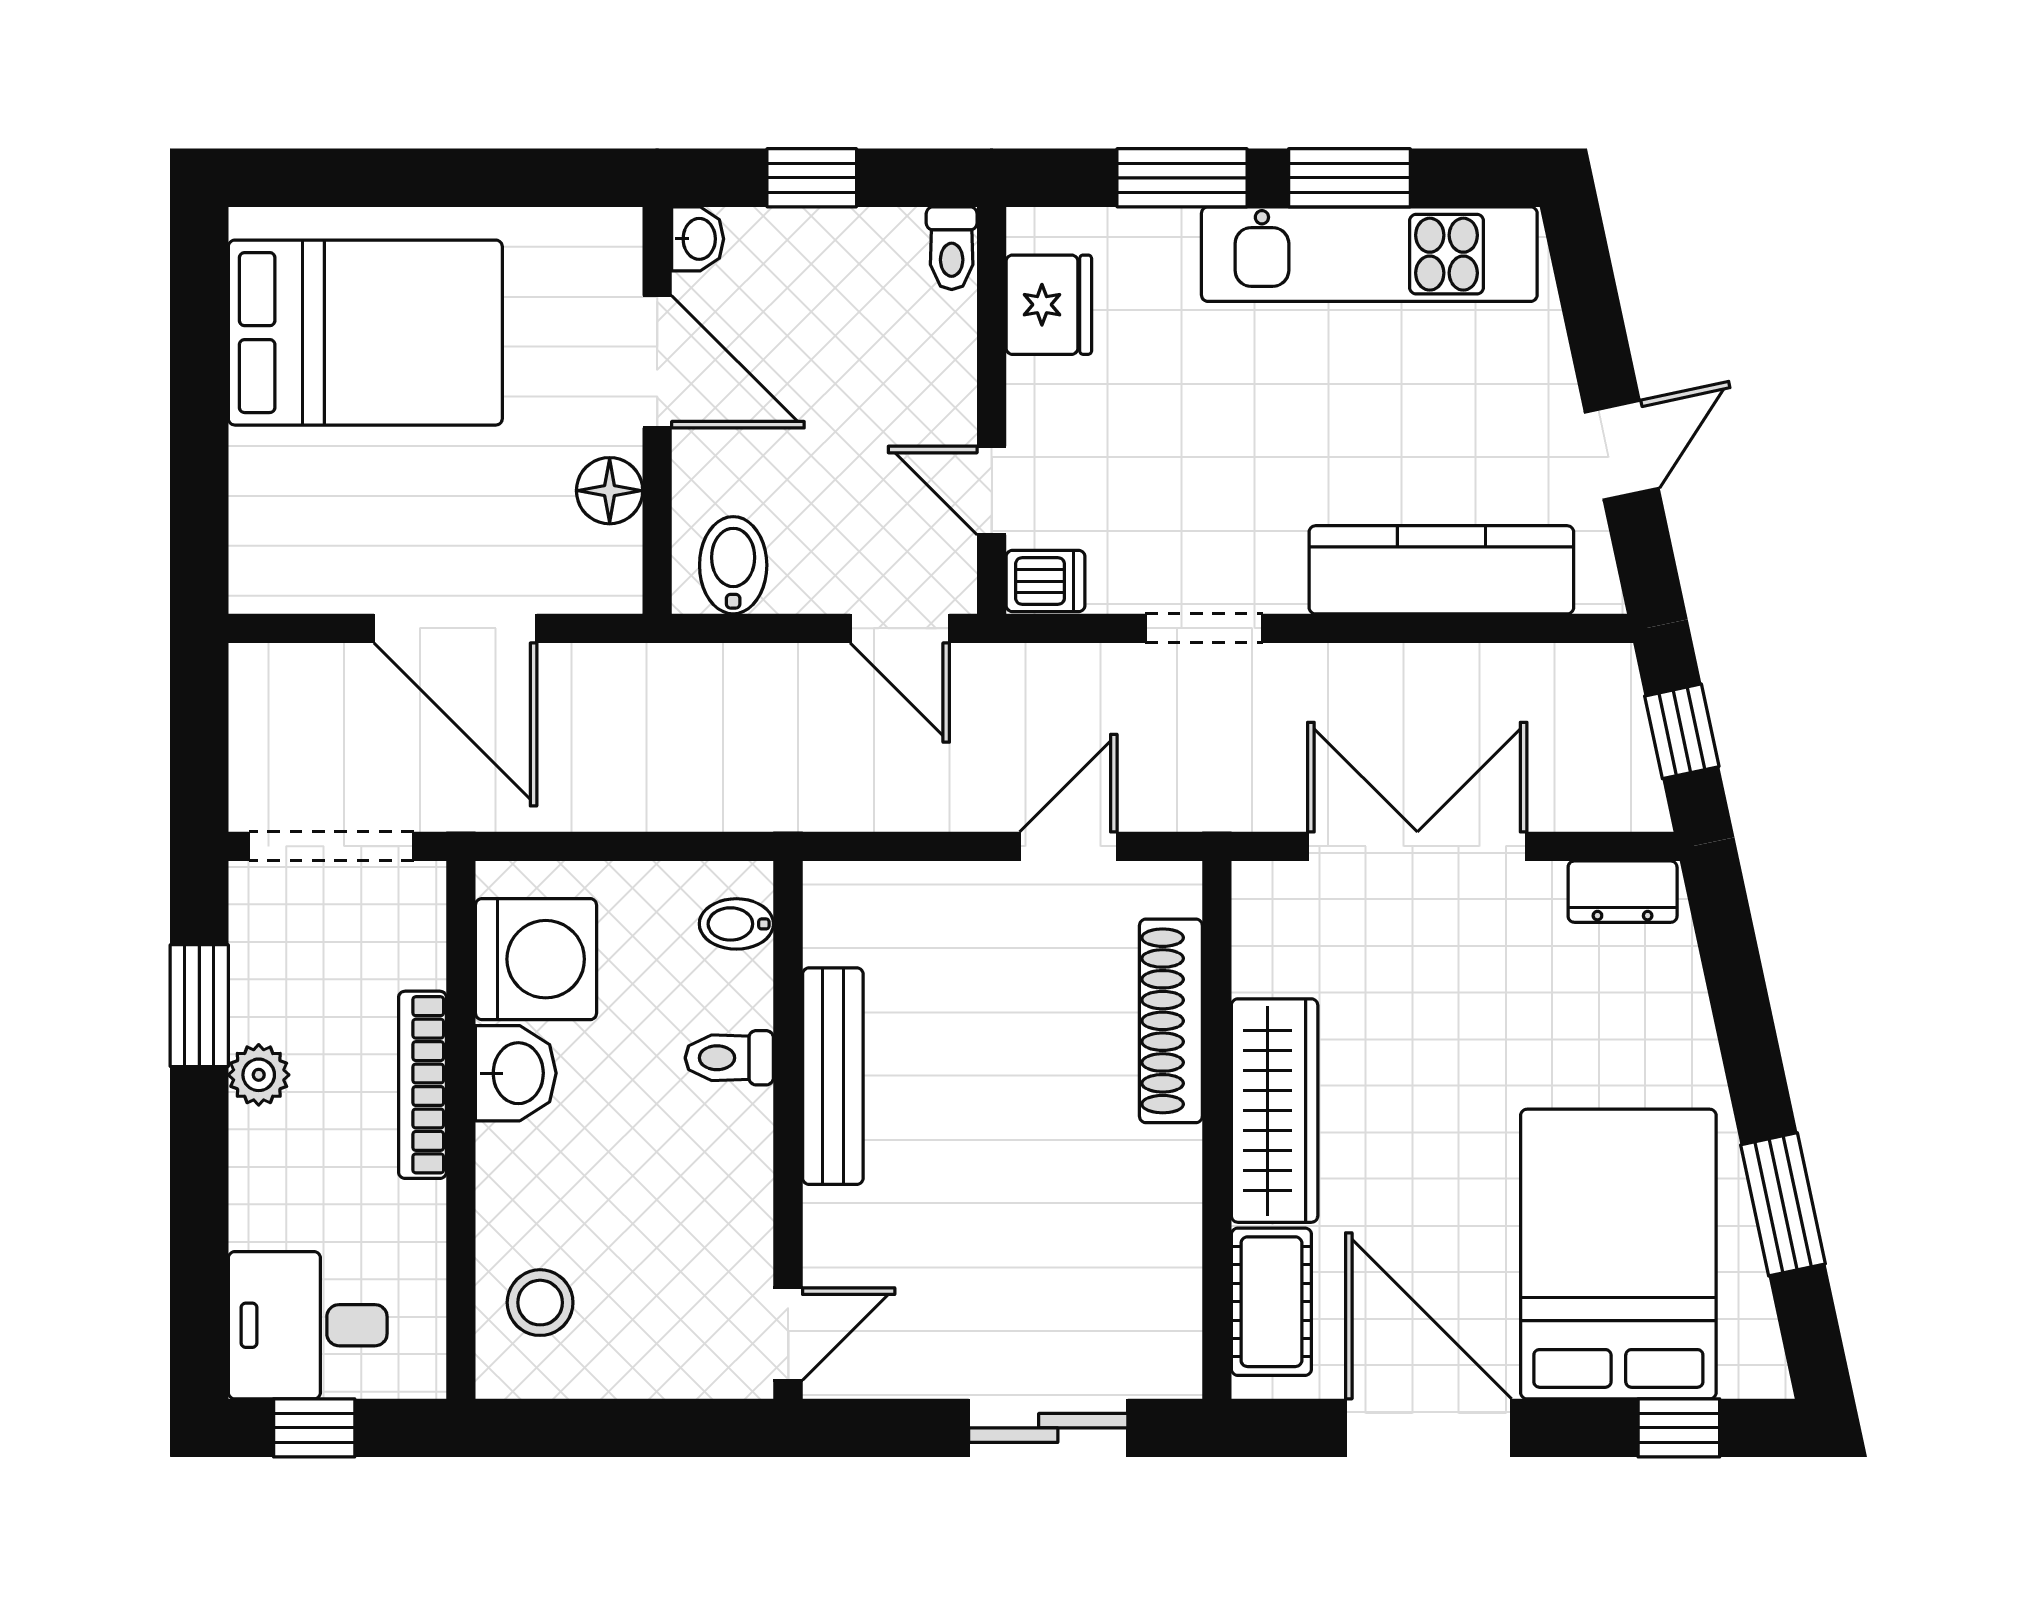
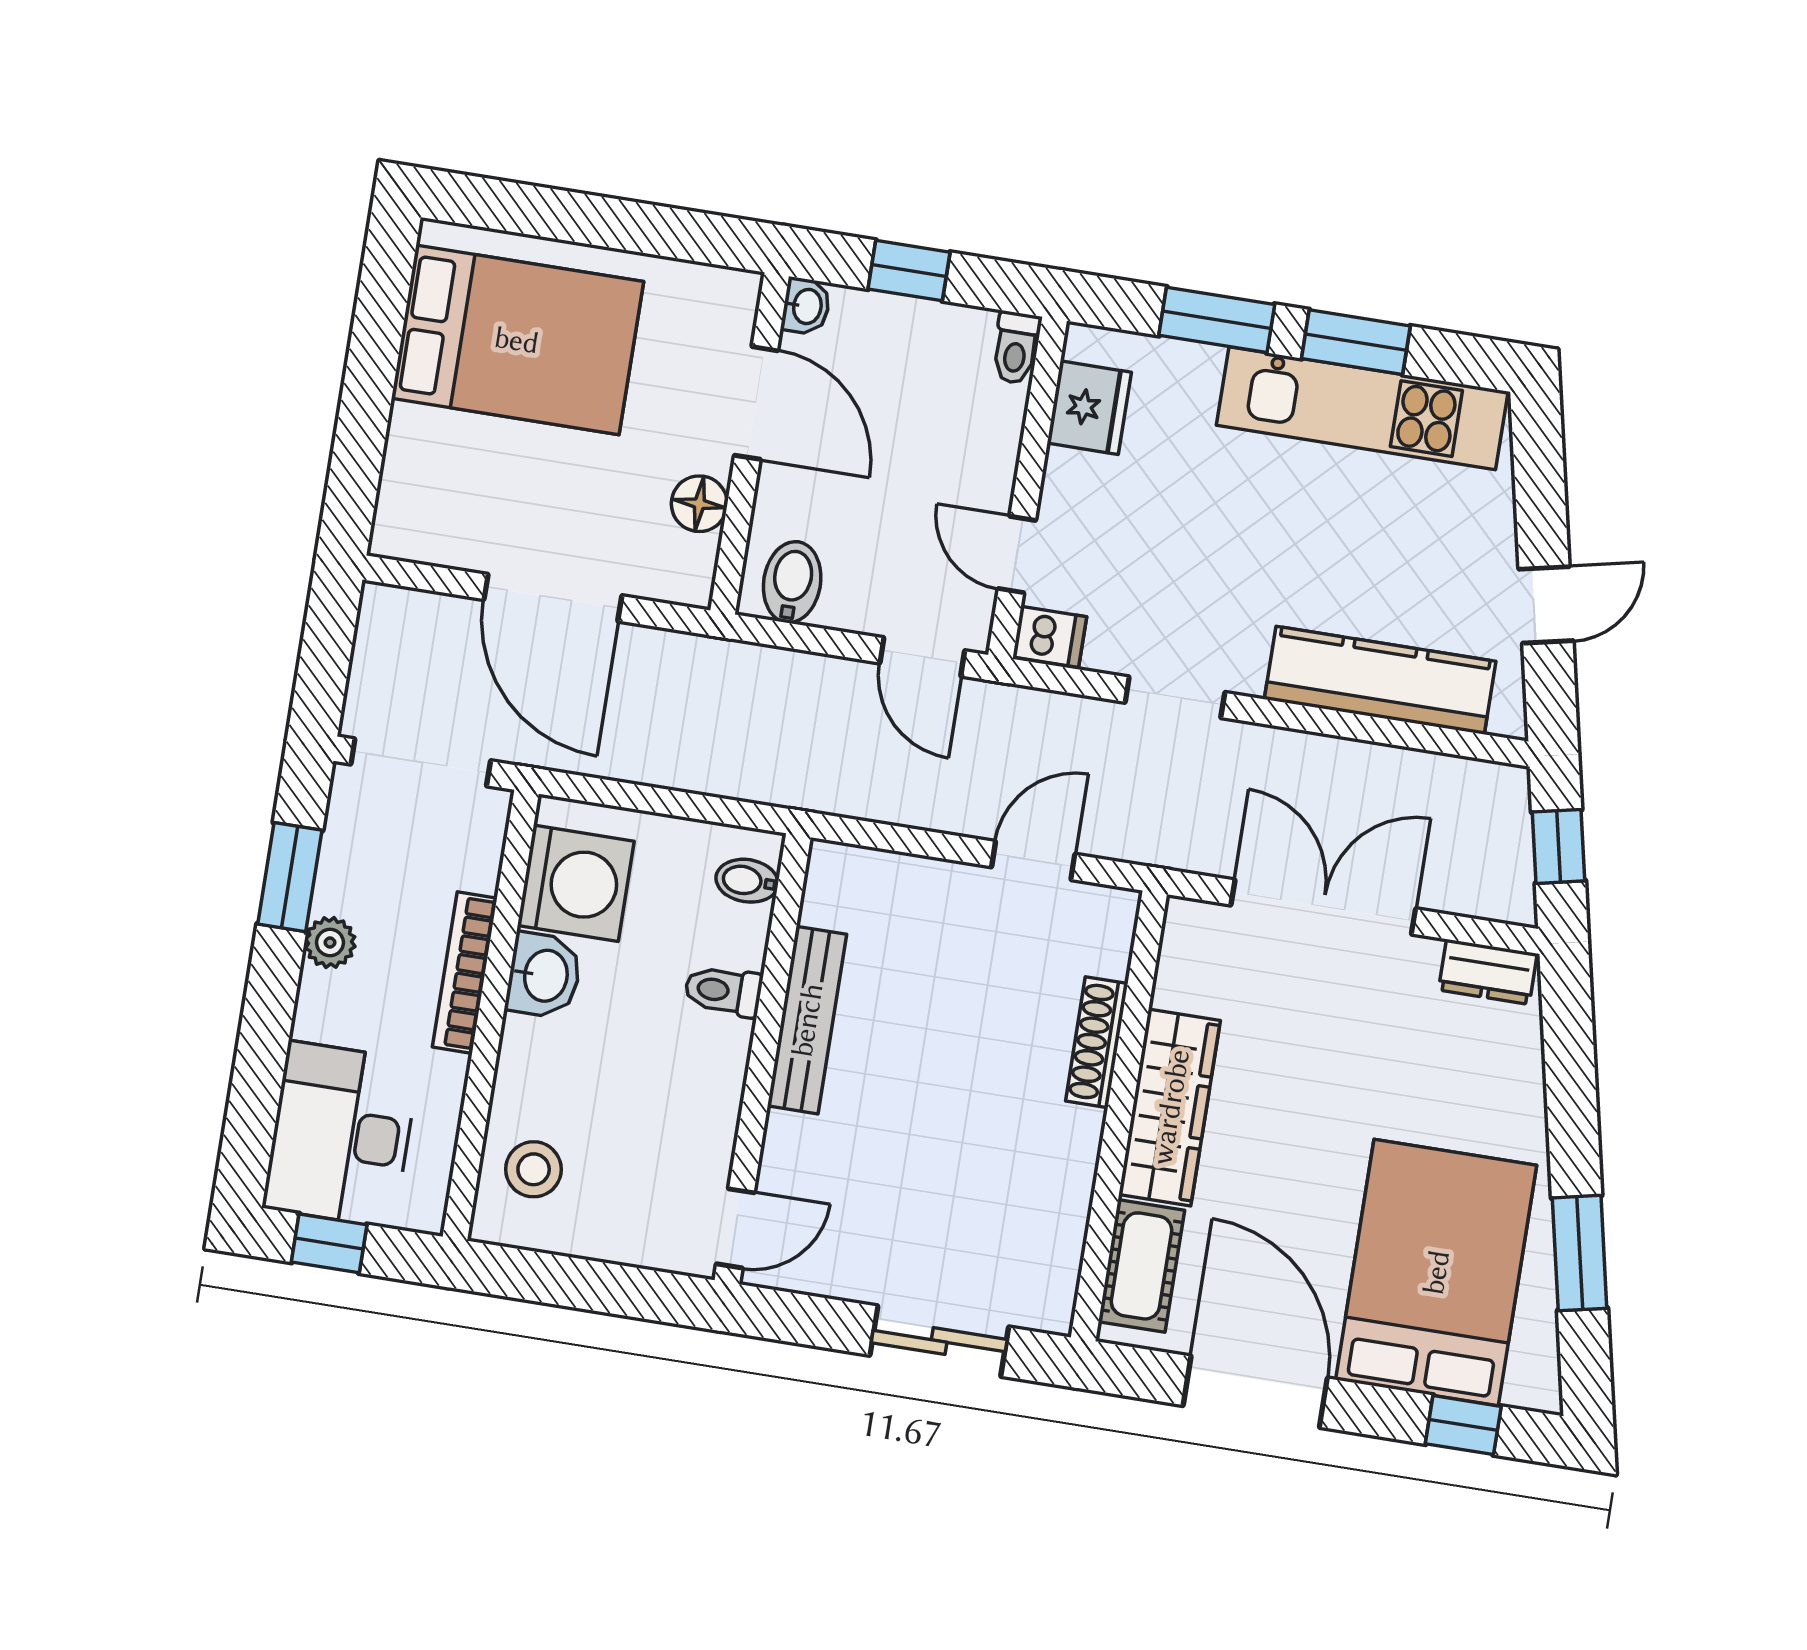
shoe rack: (1171, 1021) -> (1097, 1042), width x0.74, depth x0.81
desk: (308, 1325) -> (341, 1134), width x1.37

